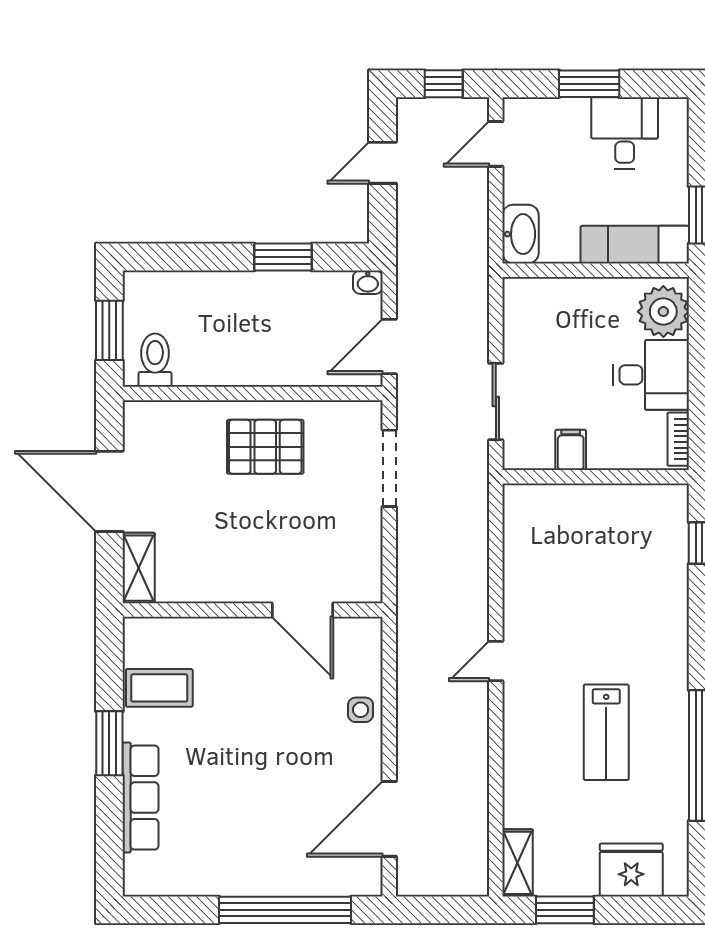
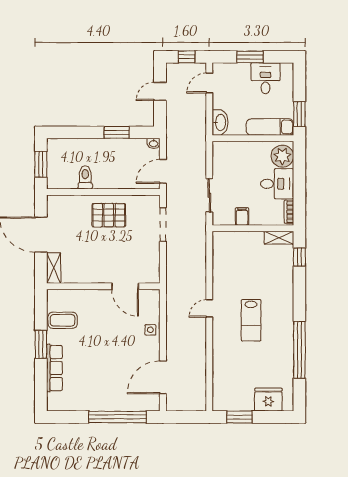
toilet: (155, 360) -> (85, 177), moved
lab bench: (606, 732) -> (251, 320), moved
shelving: (518, 863) -> (279, 238), moved, turned 90

